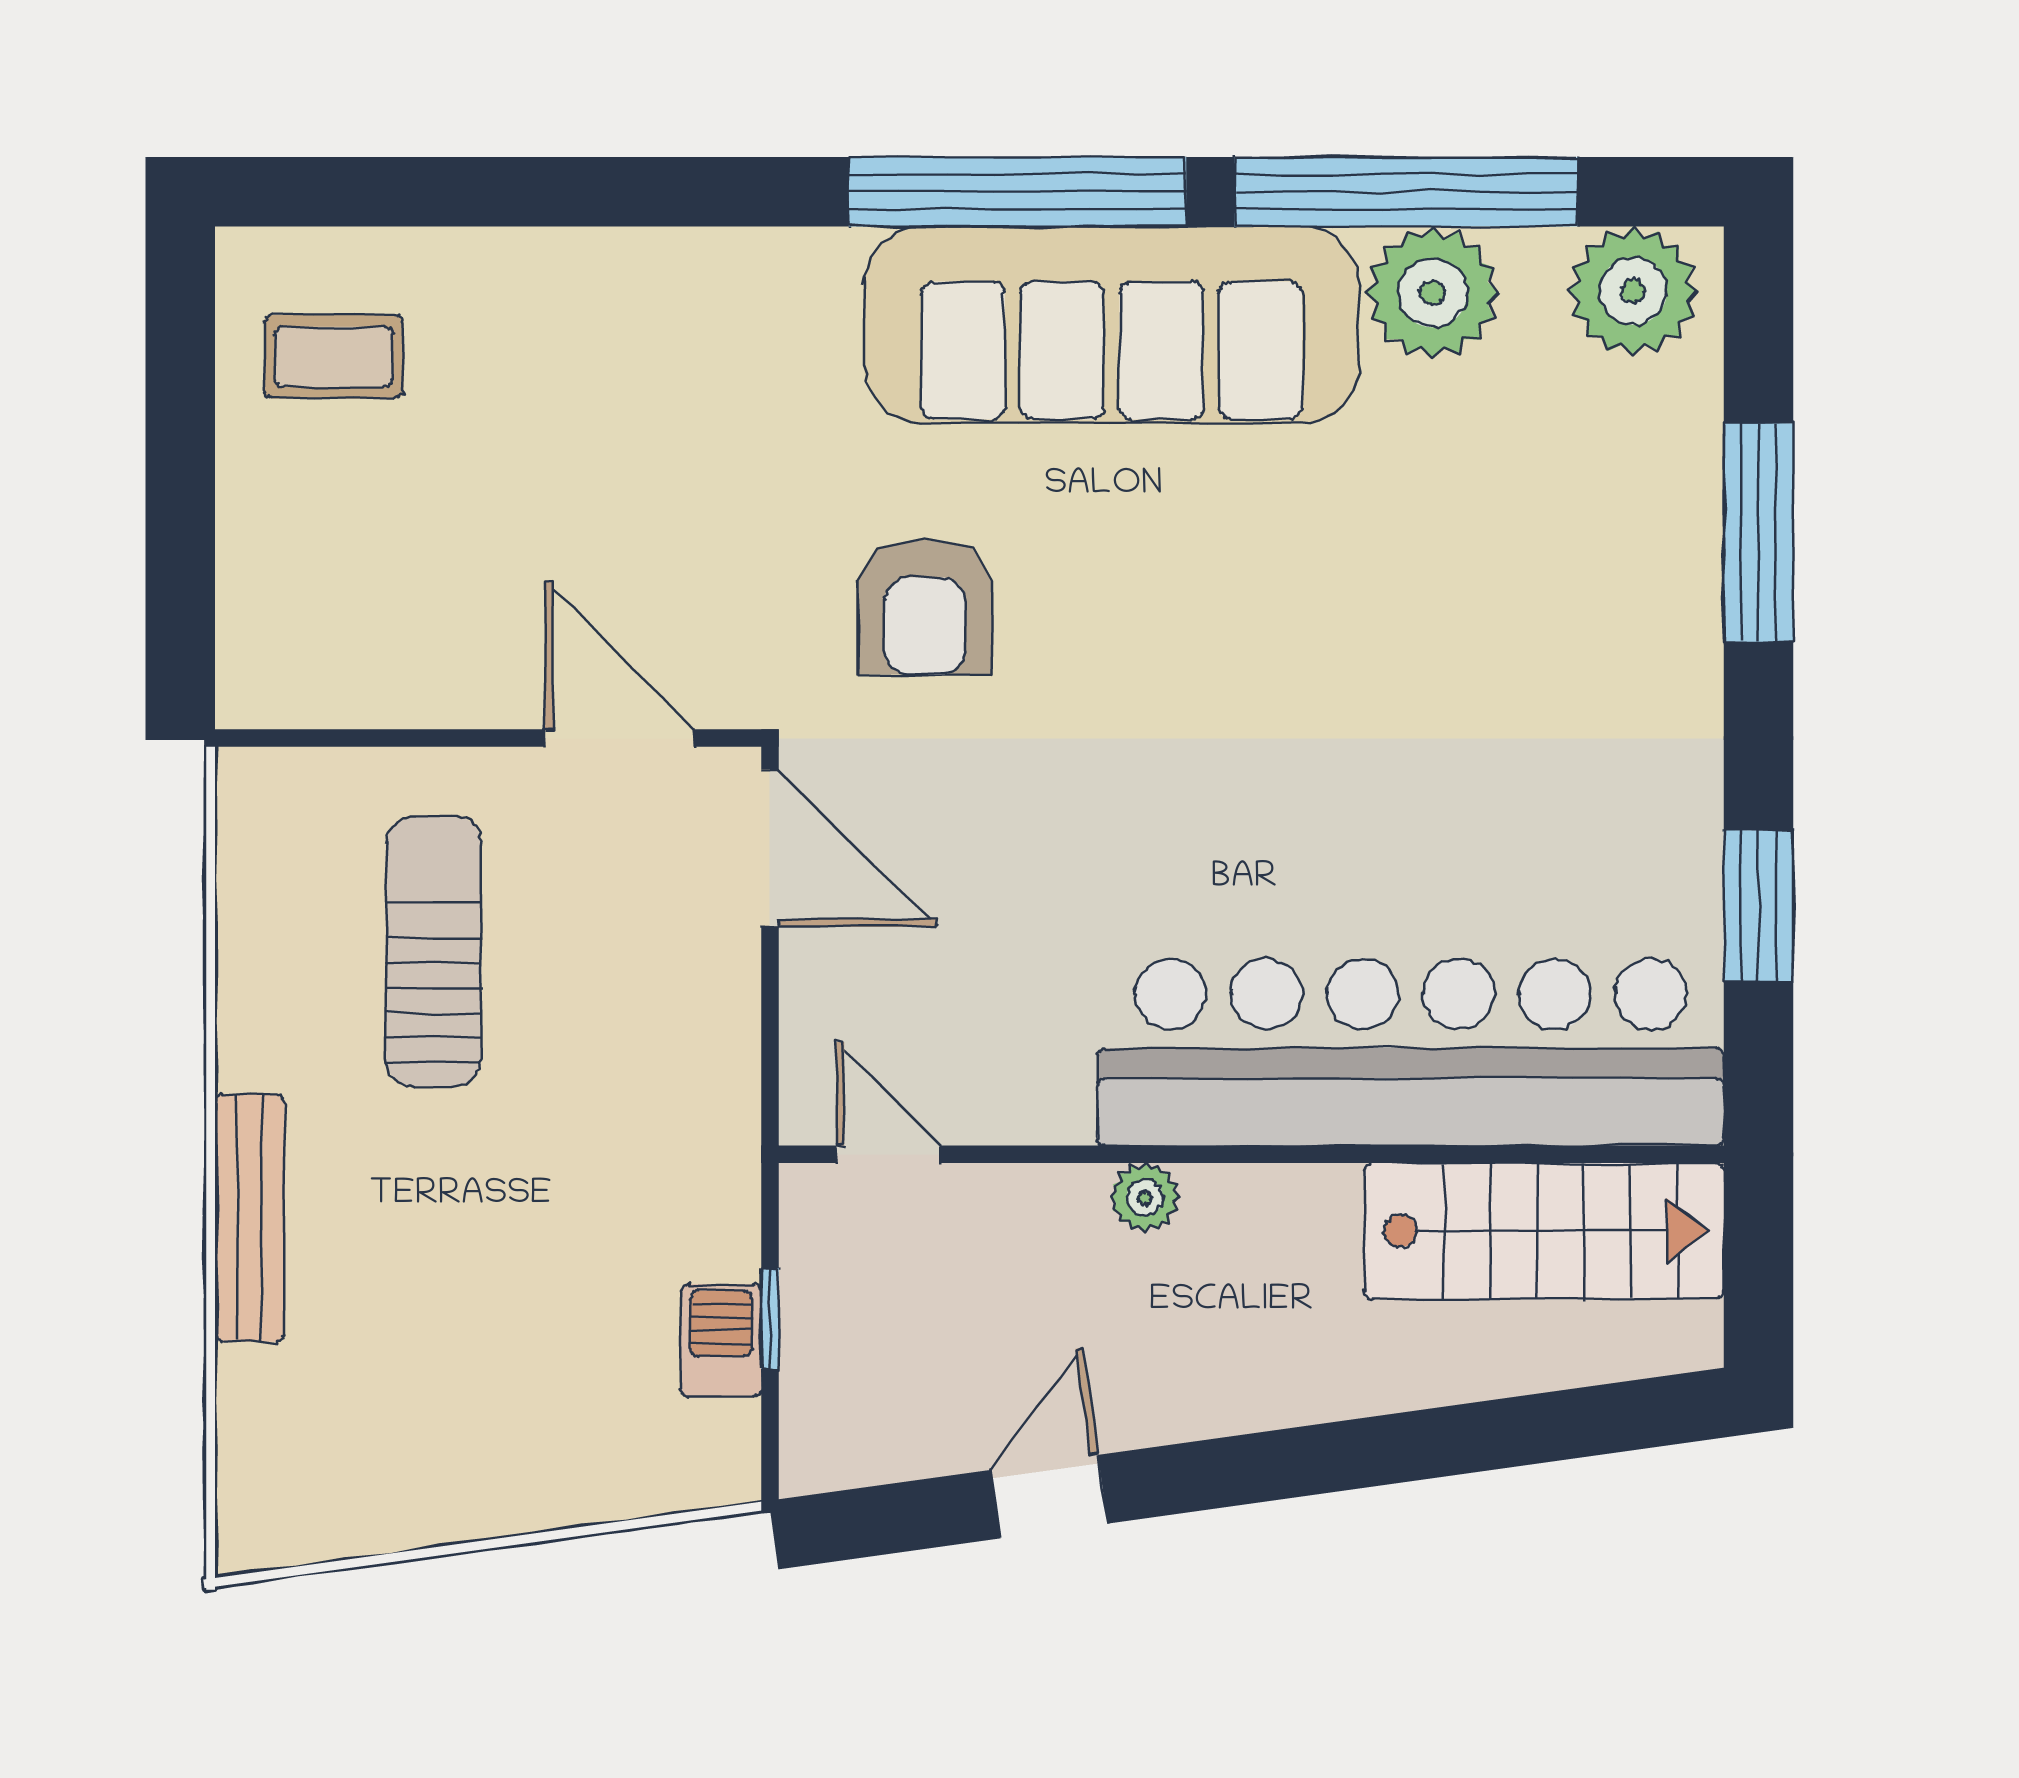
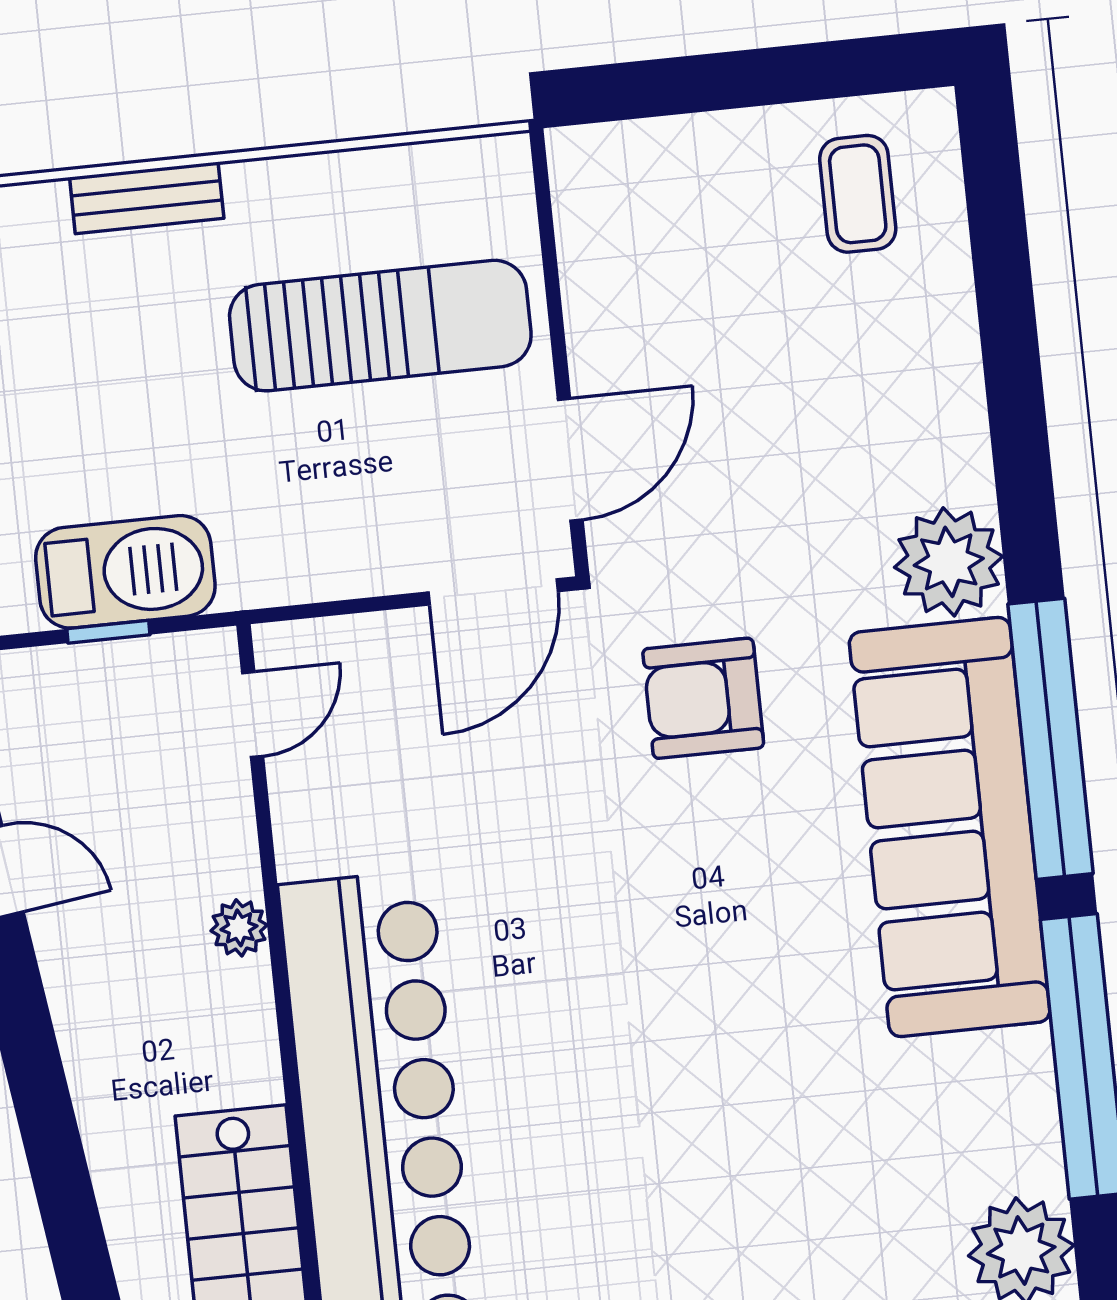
plant: (1433, 293) -> (949, 562), moved
sun lounger: (434, 951) -> (380, 326), width x1.36, depth x1.34
bench: (250, 1218) -> (147, 198), width x0.73
barbecue: (721, 1341) -> (125, 572), width x1.88, depth x1.53

